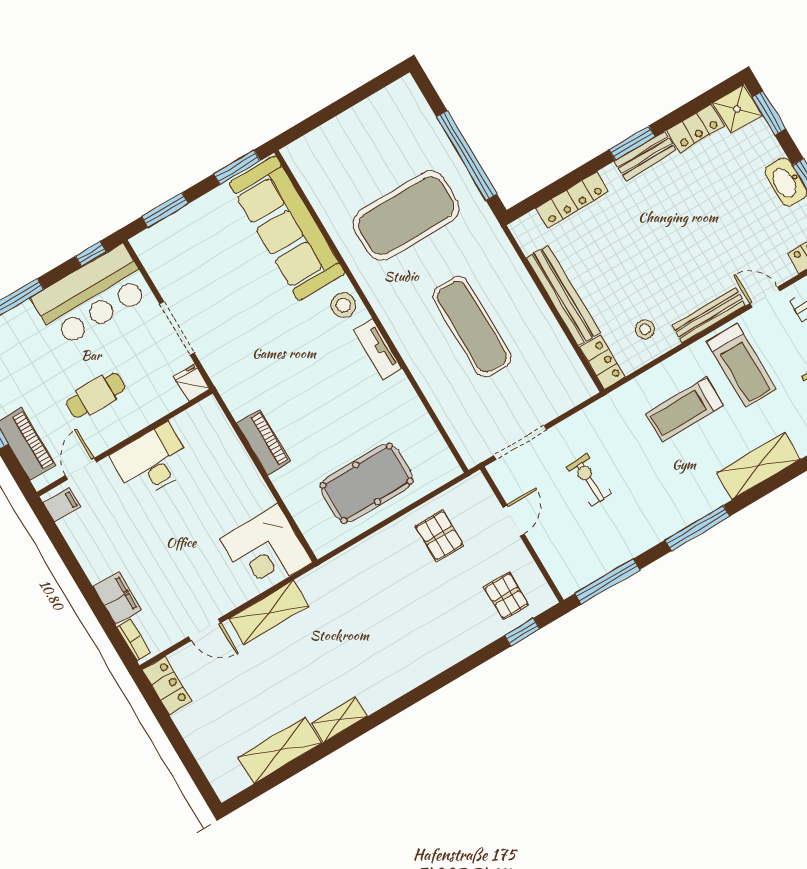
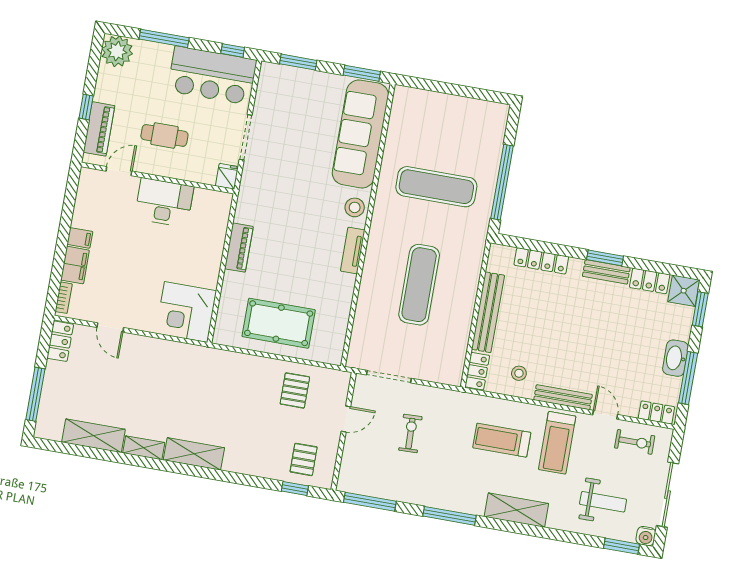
exercise mat: (406, 216) -> (436, 187), width x0.68
filing cabinet: (62, 505) -> (80, 238), moved
shelving: (269, 612) -> (194, 454), moved
window: (188, 759) -> (35, 394), added

